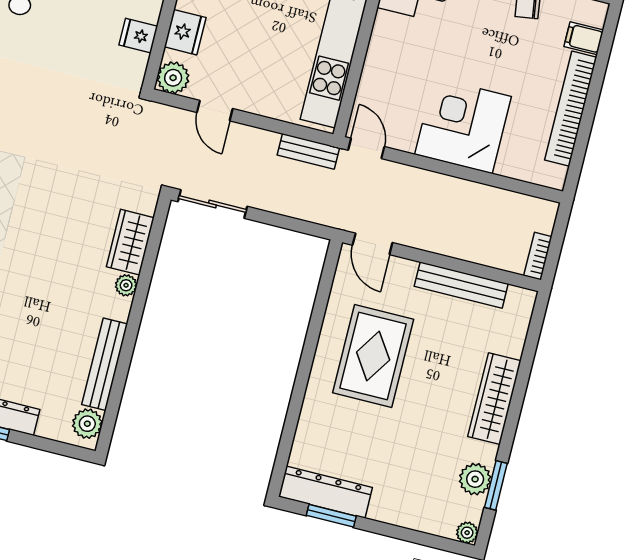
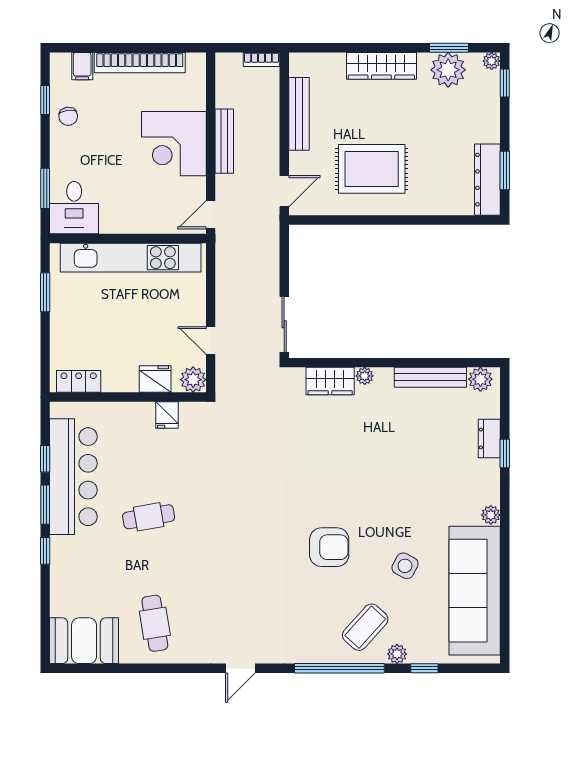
door: (215, 111) -> (211, 341), swing flipped
bench: (308, 151) -> (224, 141), moved, width x1.36
plant: (475, 479) -> (448, 70), width x1.36, depth x1.36
window: (437, 542) -> (505, 83), added

